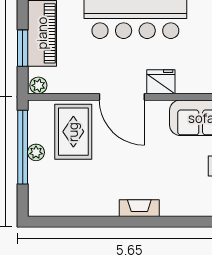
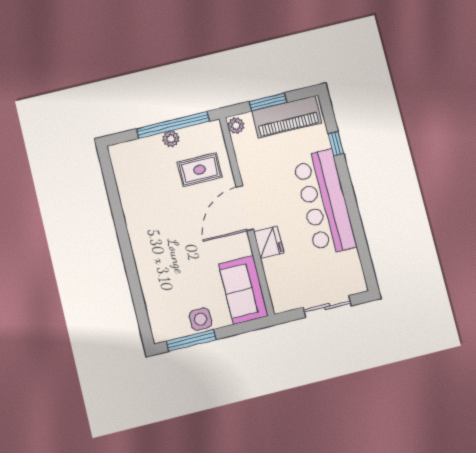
rug: (73, 132) -> (200, 170), width x0.73, depth x0.70
fireplace: (139, 208) -> (141, 252), removed

